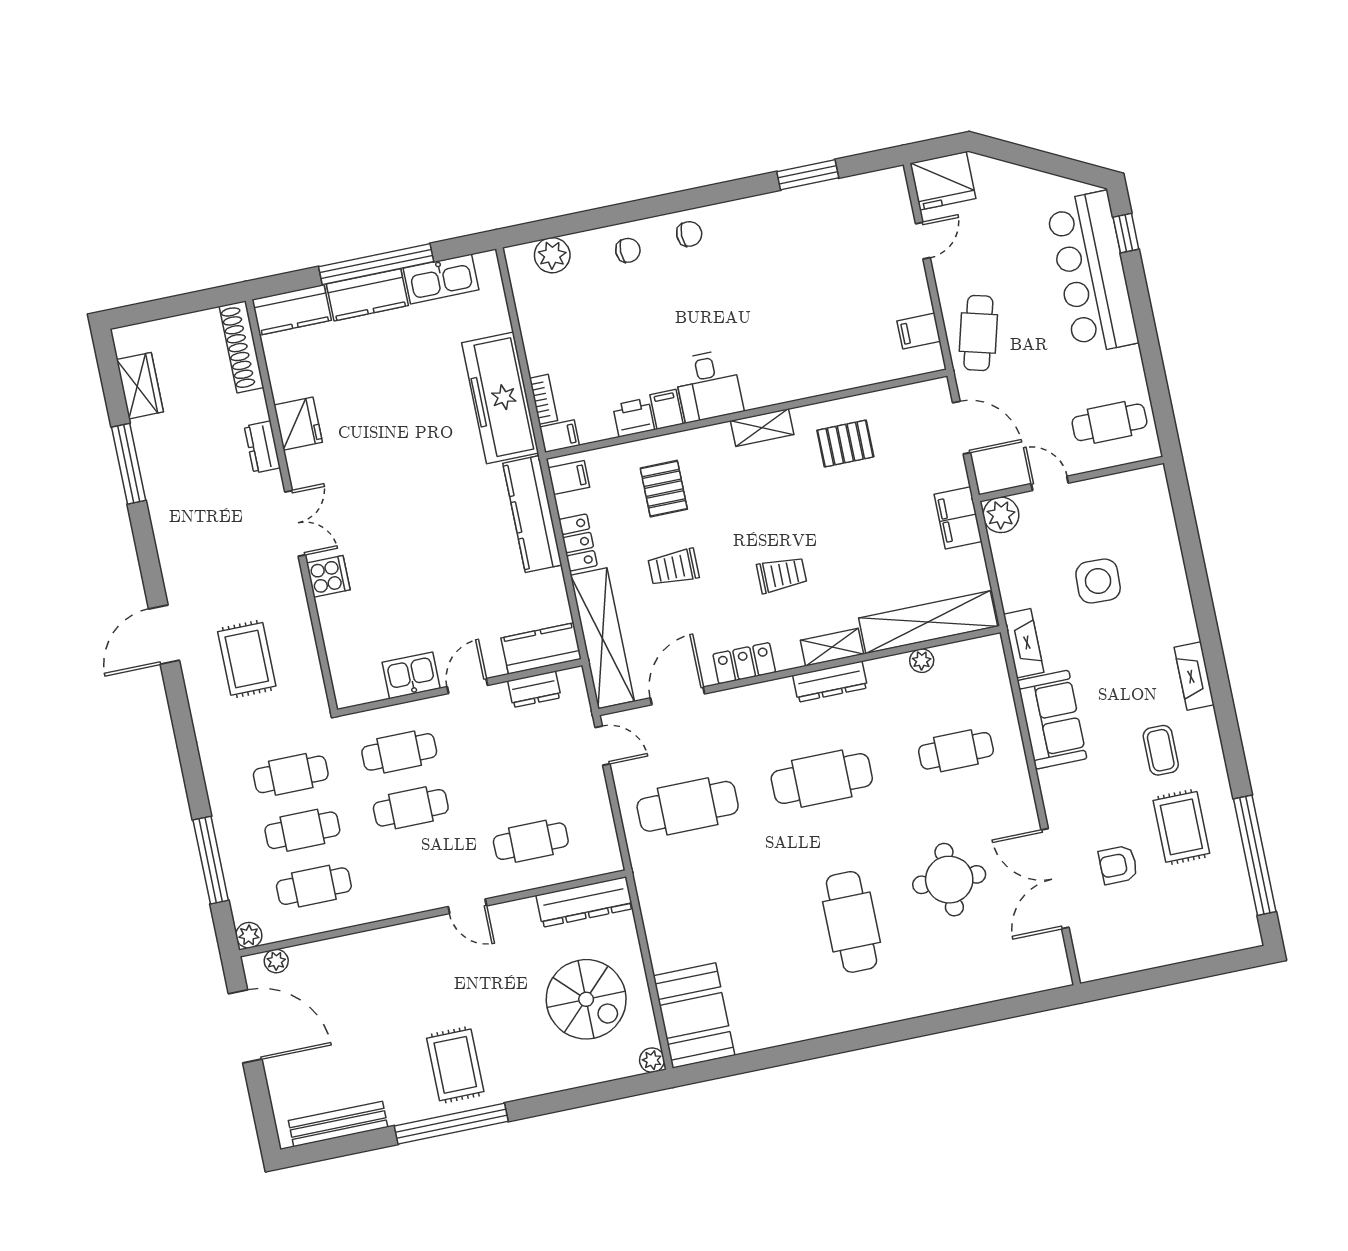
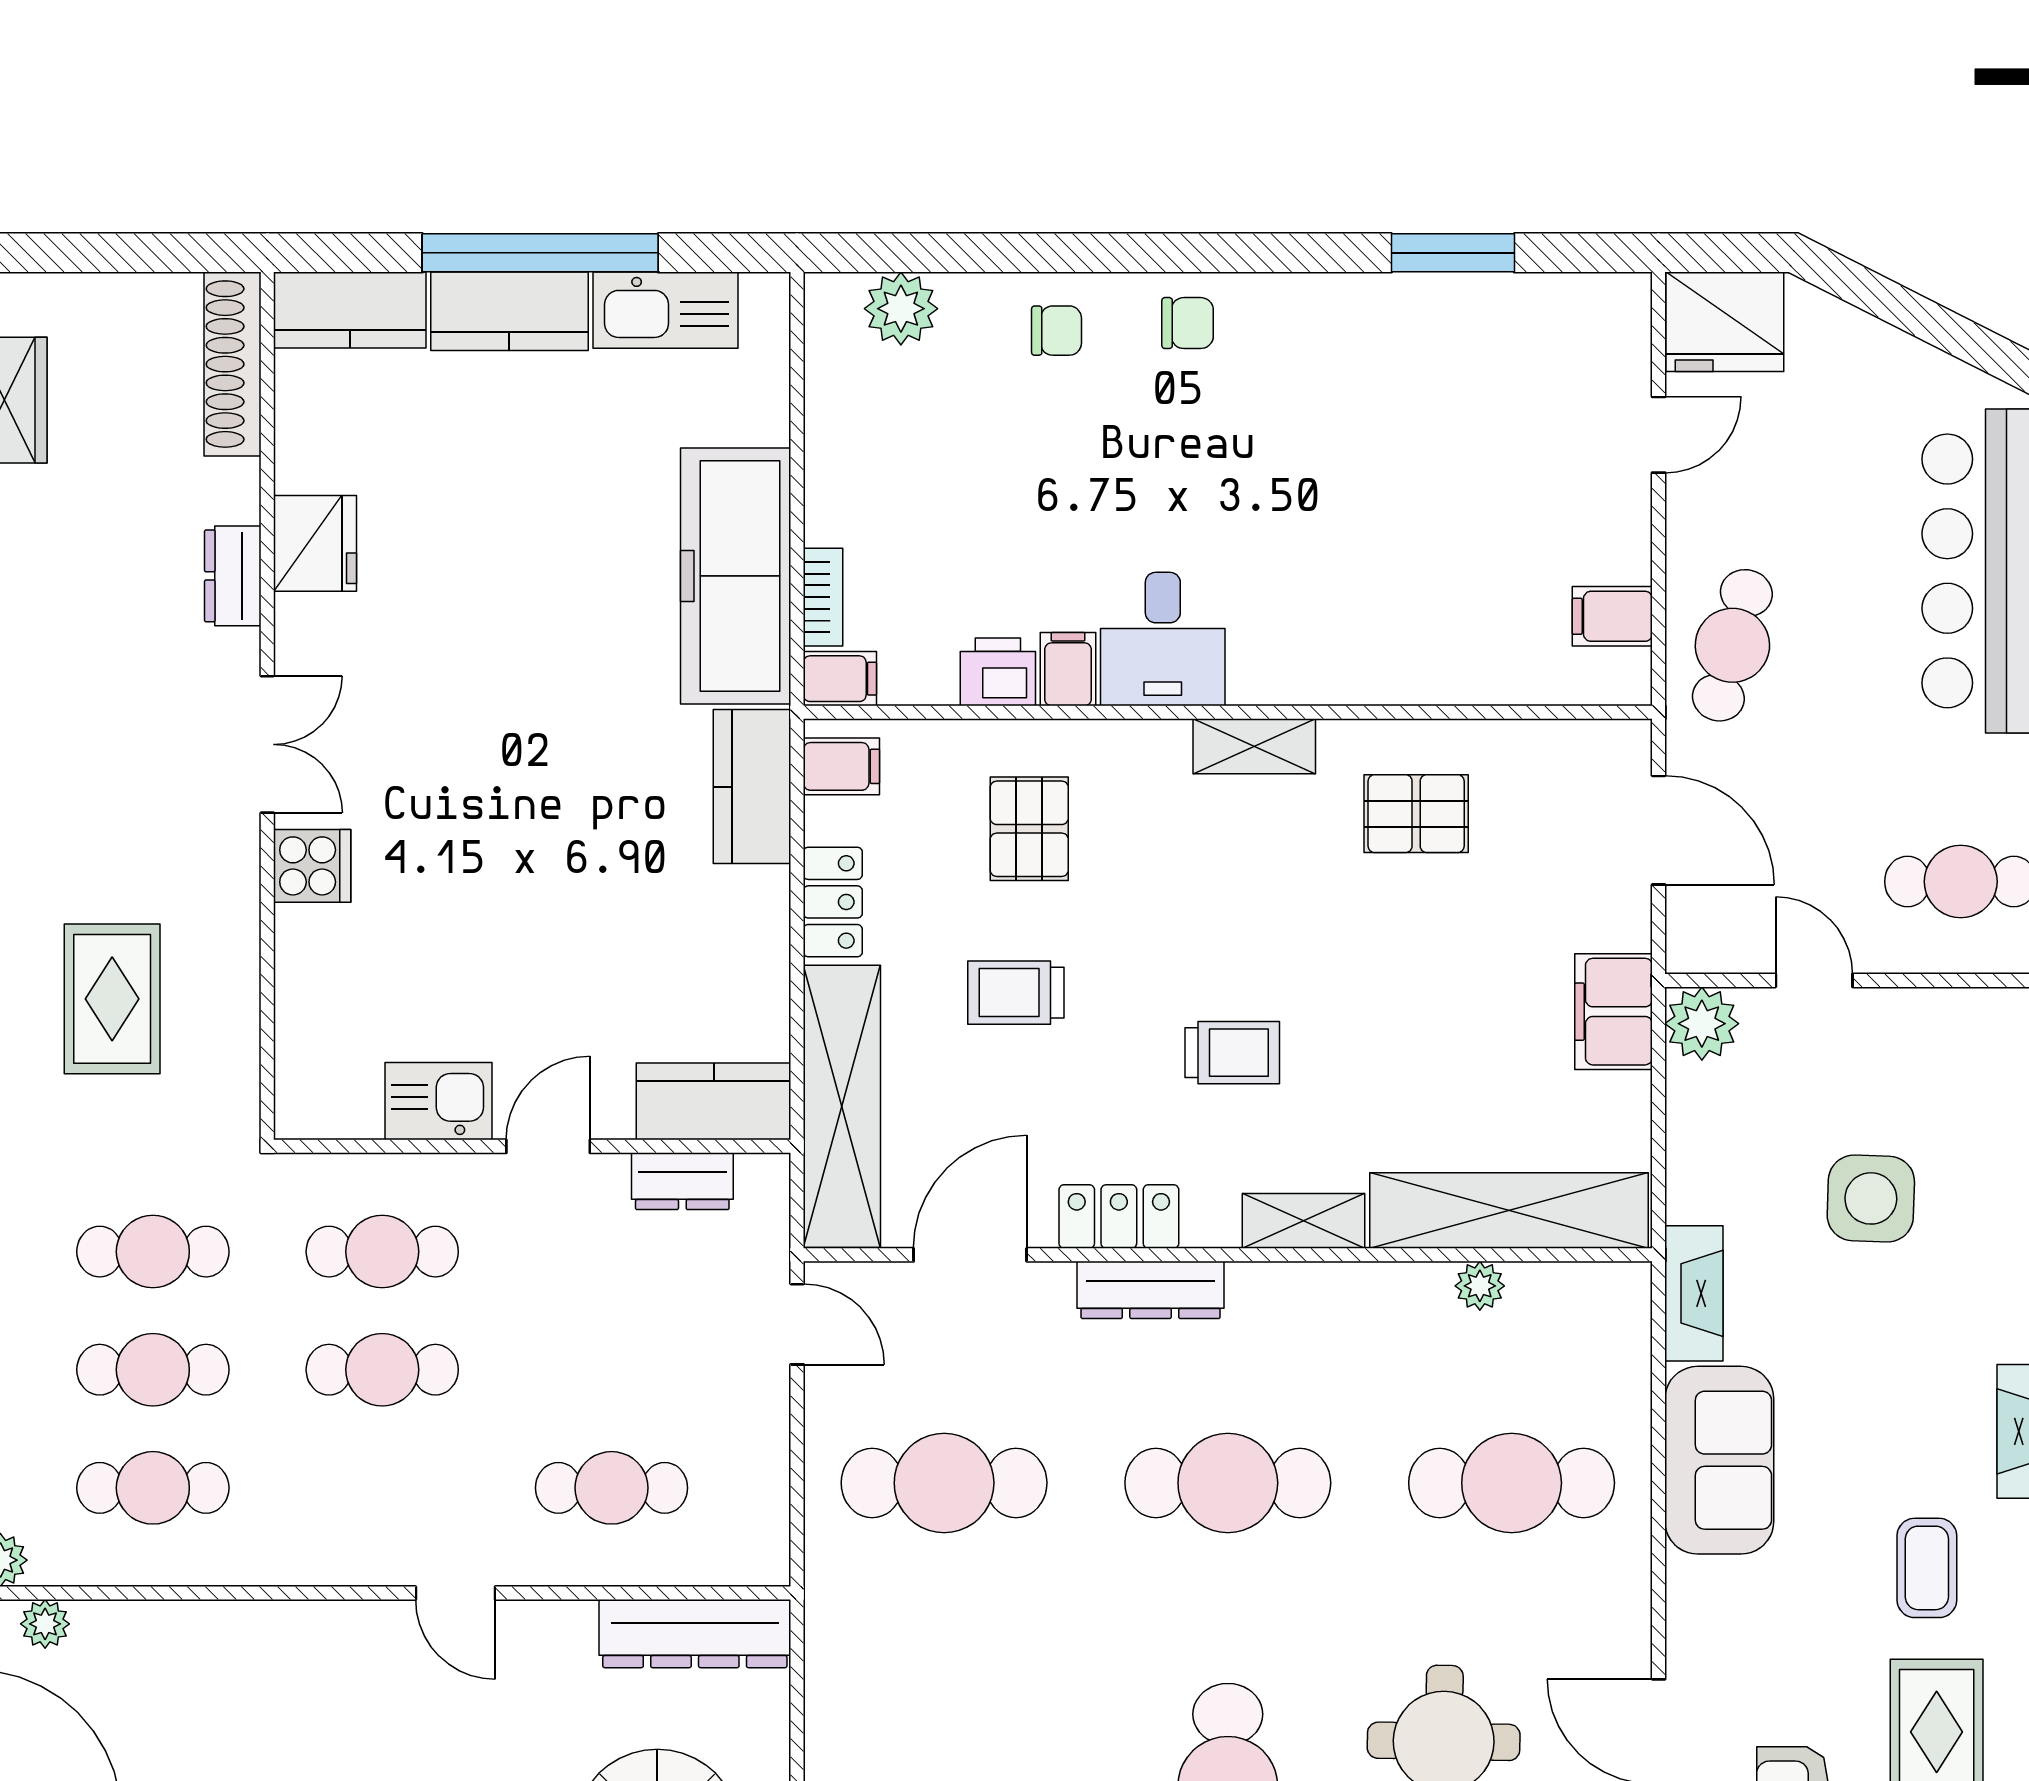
kitchen counter: (532, 514) -> (752, 787), width x0.67
dresser: (830, 682) -> (1151, 1290), moved
cafe table: (956, 751) -> (1512, 1483), width x1.37, depth x1.35

